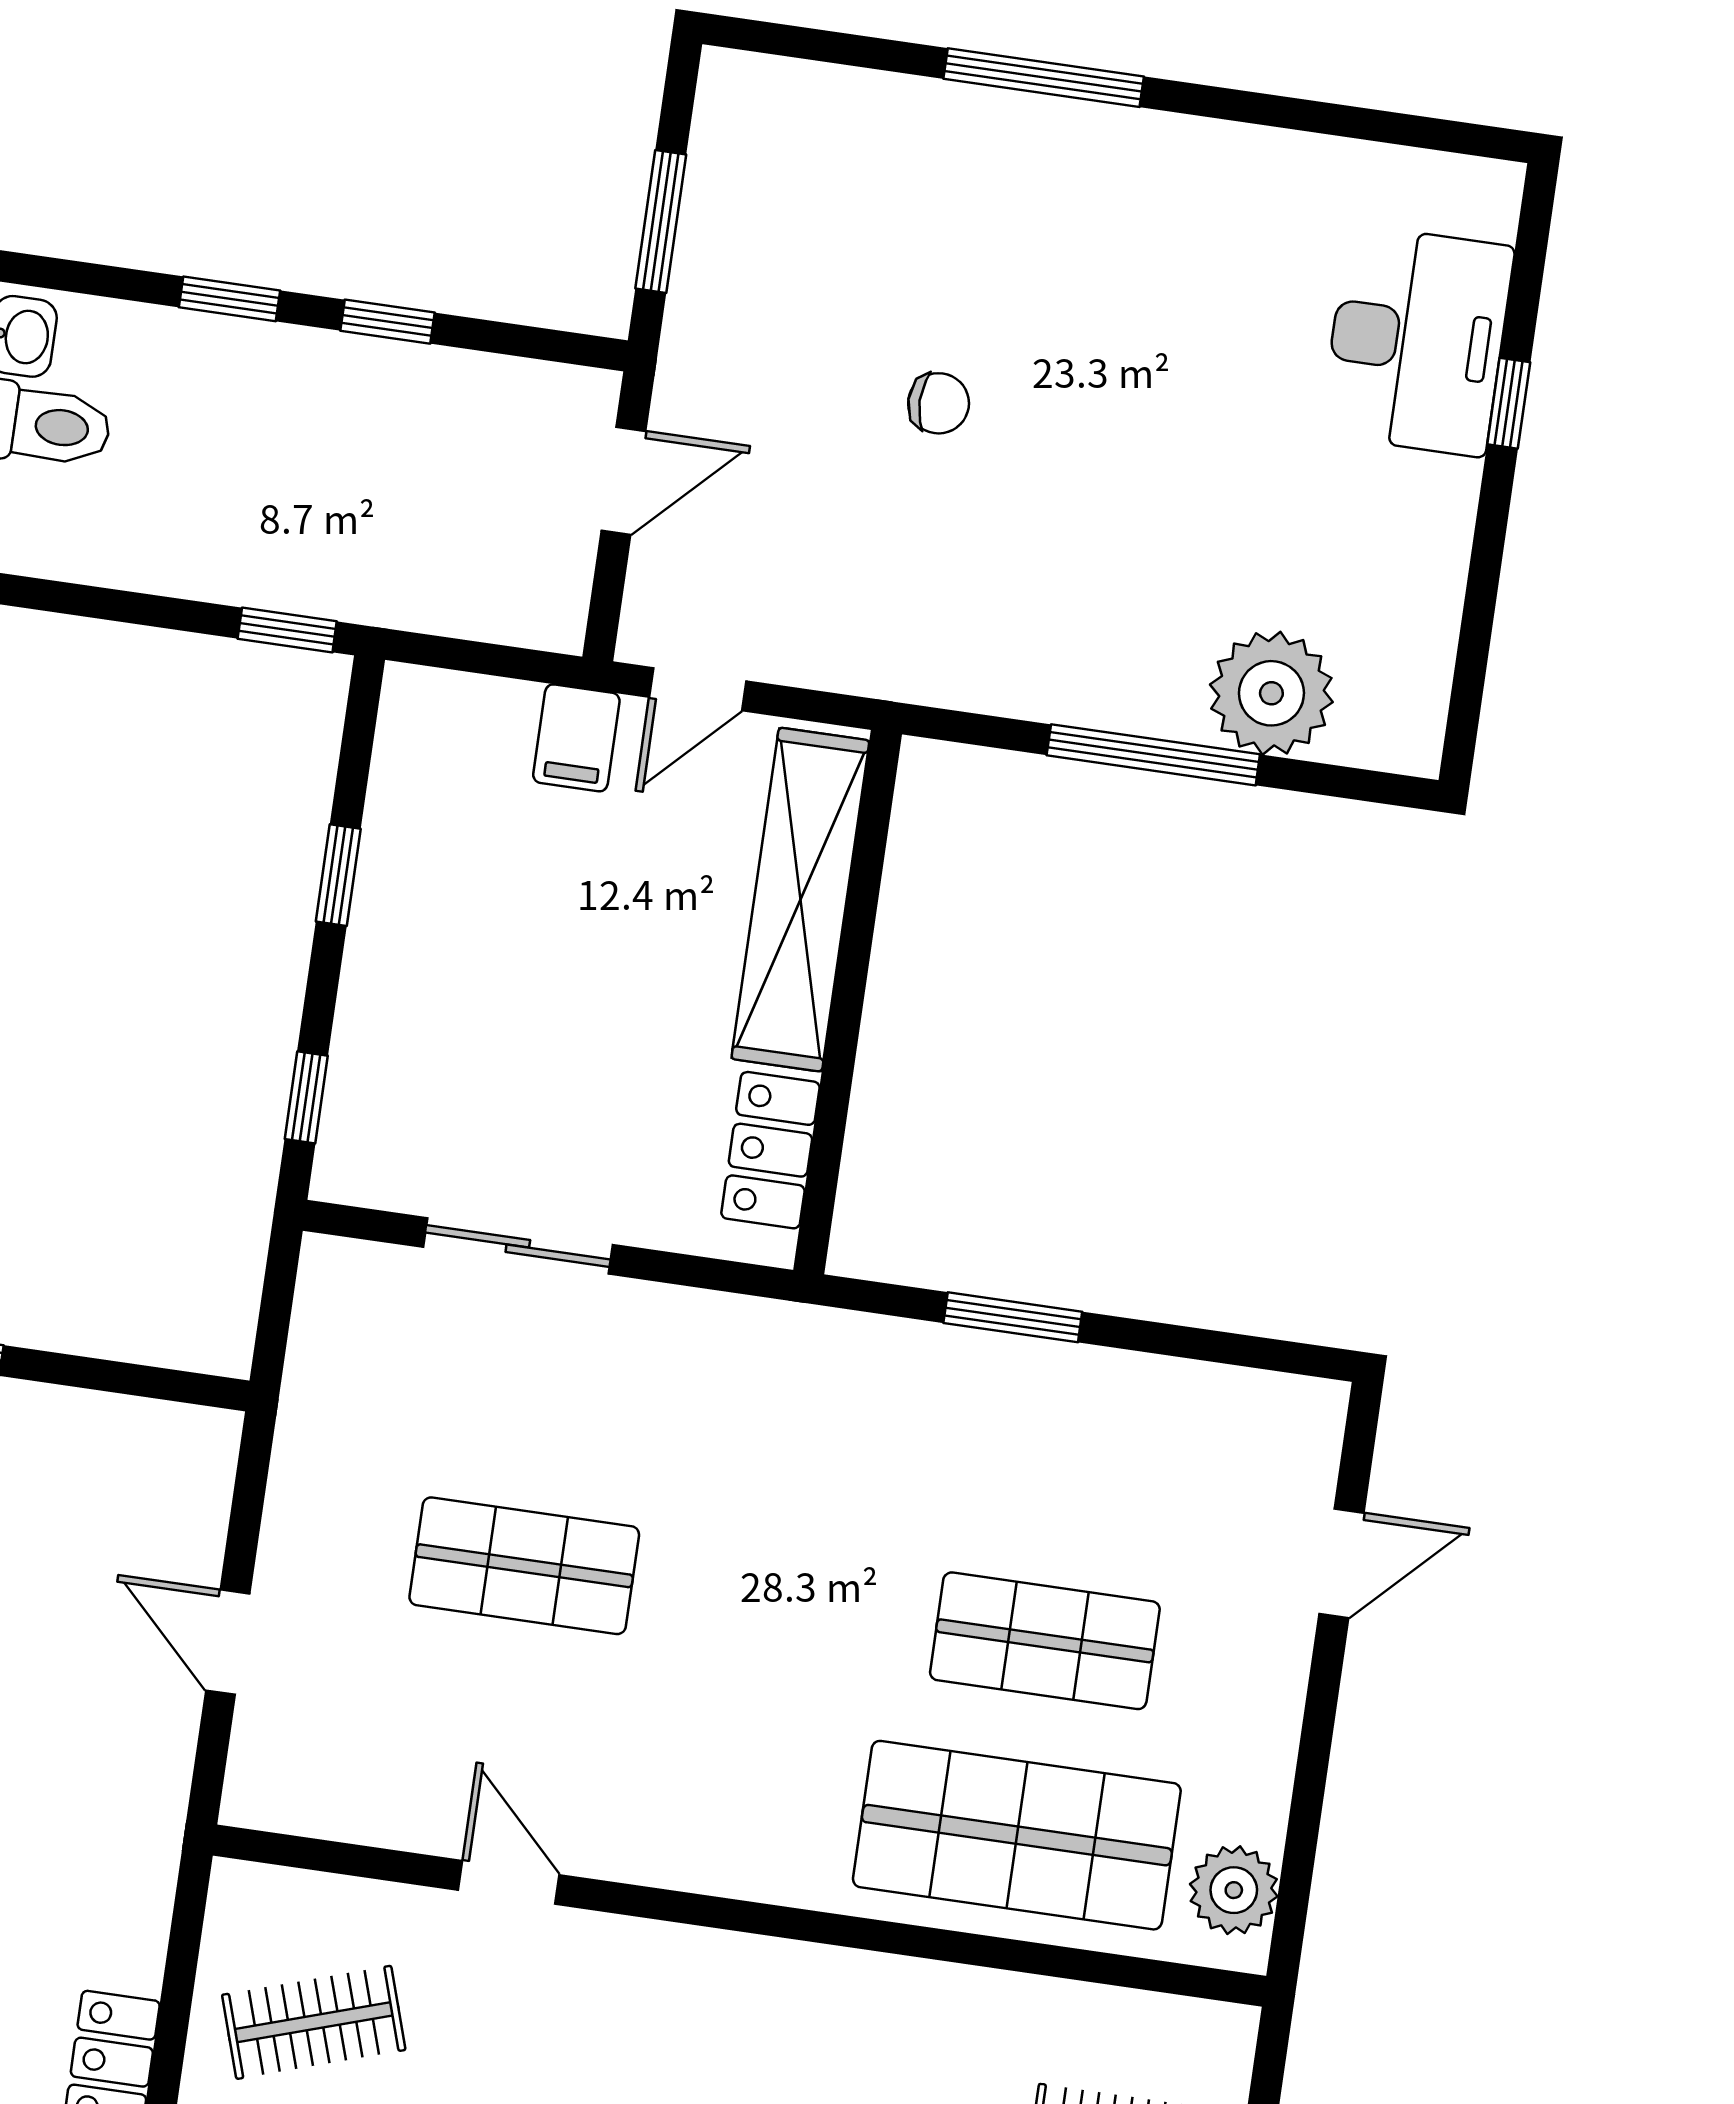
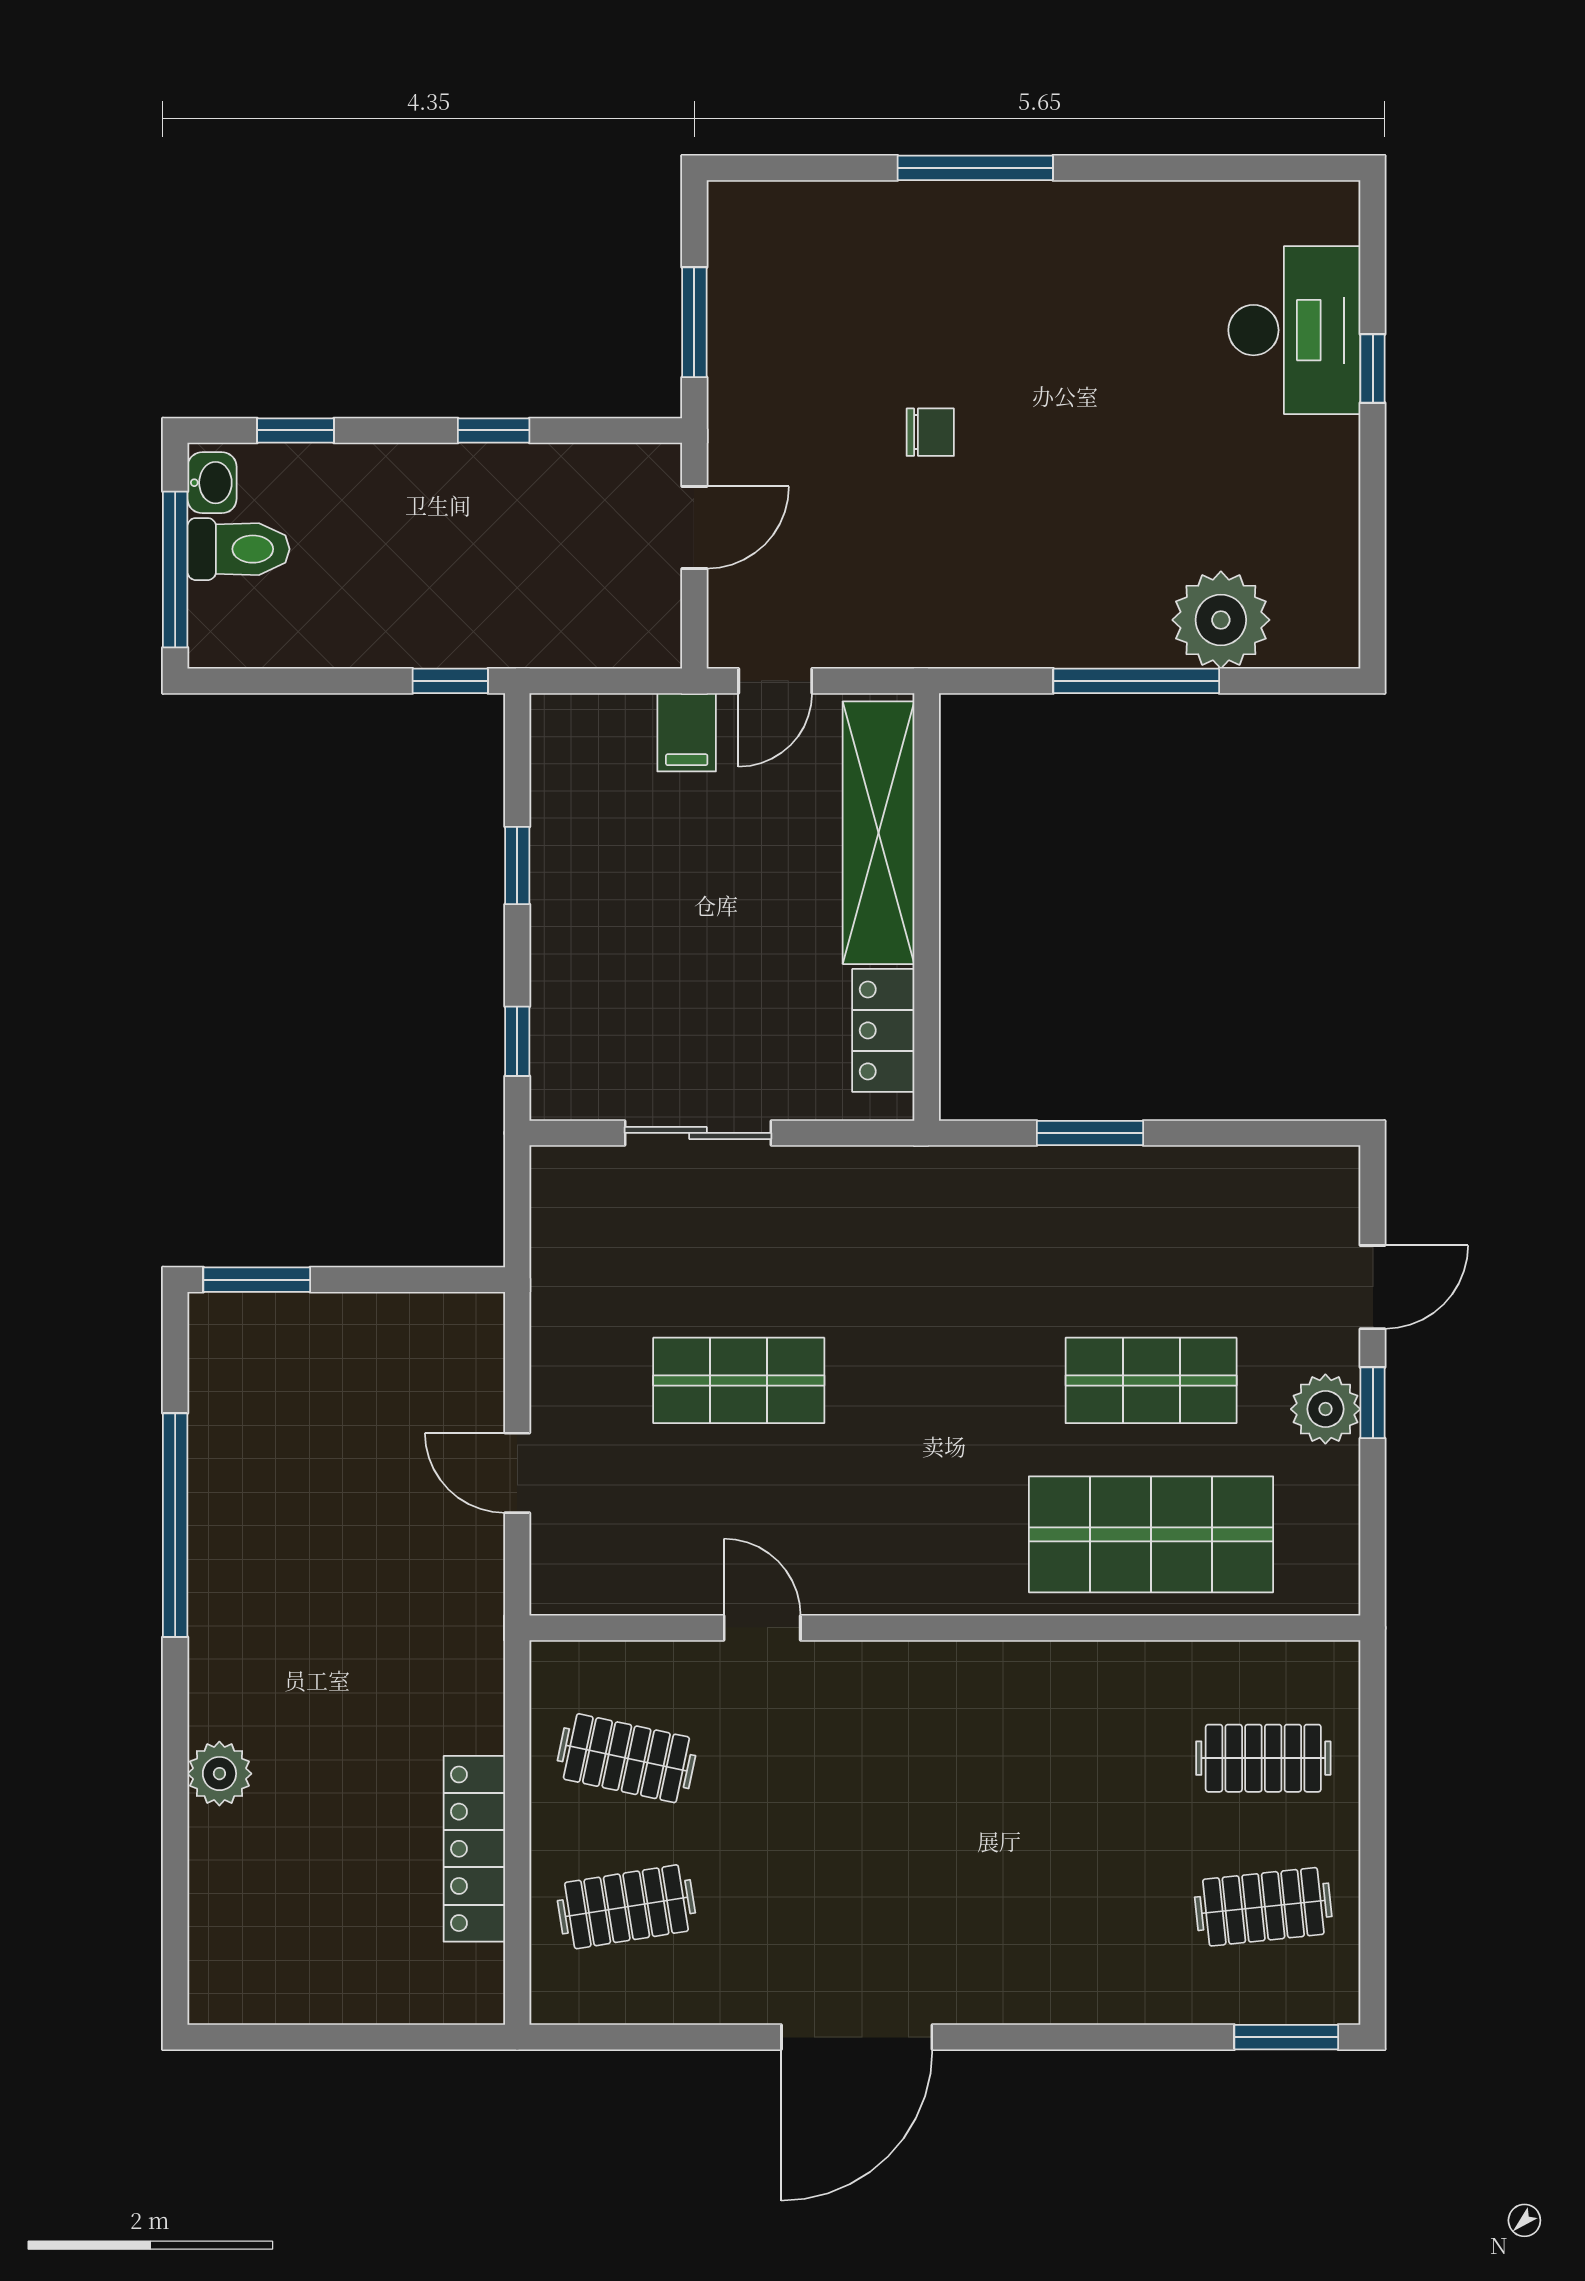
window: (230, 299) -> (295, 430), moved
window: (1320, 1709) -> (1373, 1403), added
plant: (1234, 1890) -> (1325, 1409), moved
clothes rail: (314, 2022) -> (626, 1758), turned 30

